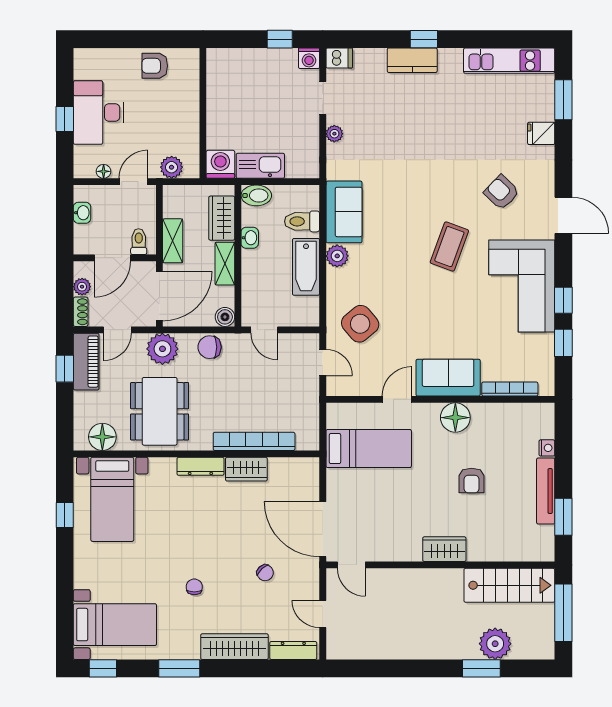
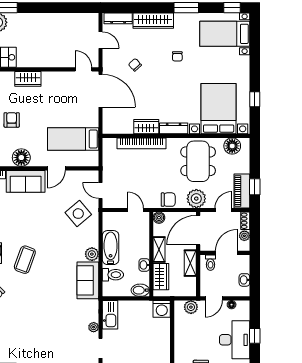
kitchen sink: (260, 166) -> (110, 315), moved, turned -90
bed with nightstands: (112, 499) -> (219, 109), width x1.36

